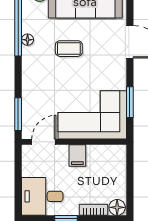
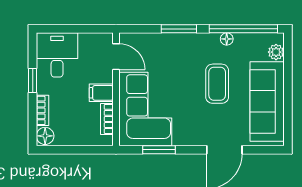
coffee table: (69, 49) -> (217, 84), width x1.36, depth x1.30
window: (18, 114) -> (179, 29), moved
bookcase: (101, 150) -> (107, 119), added

